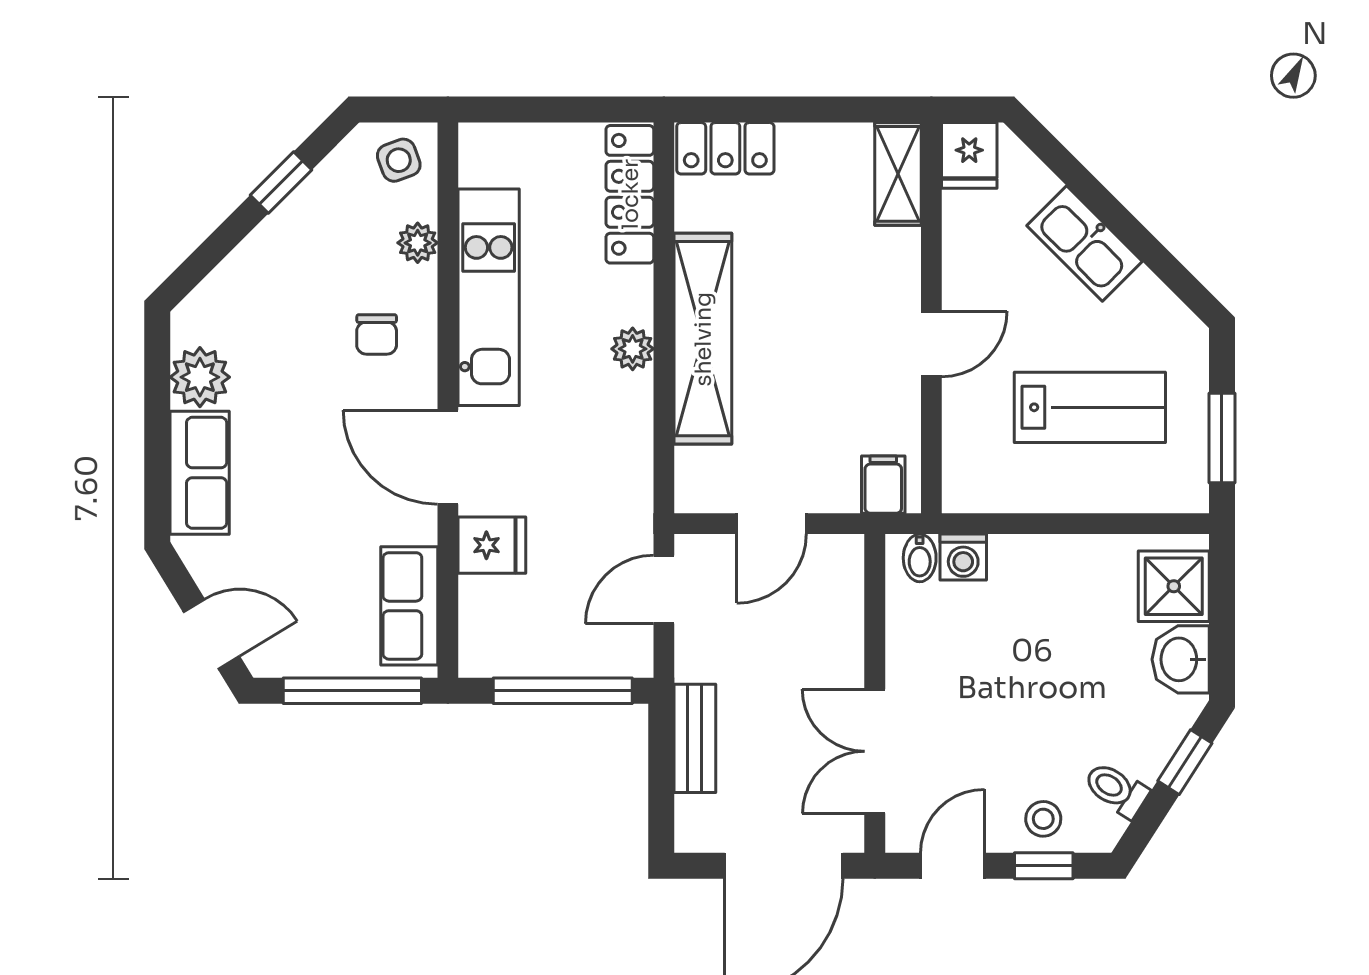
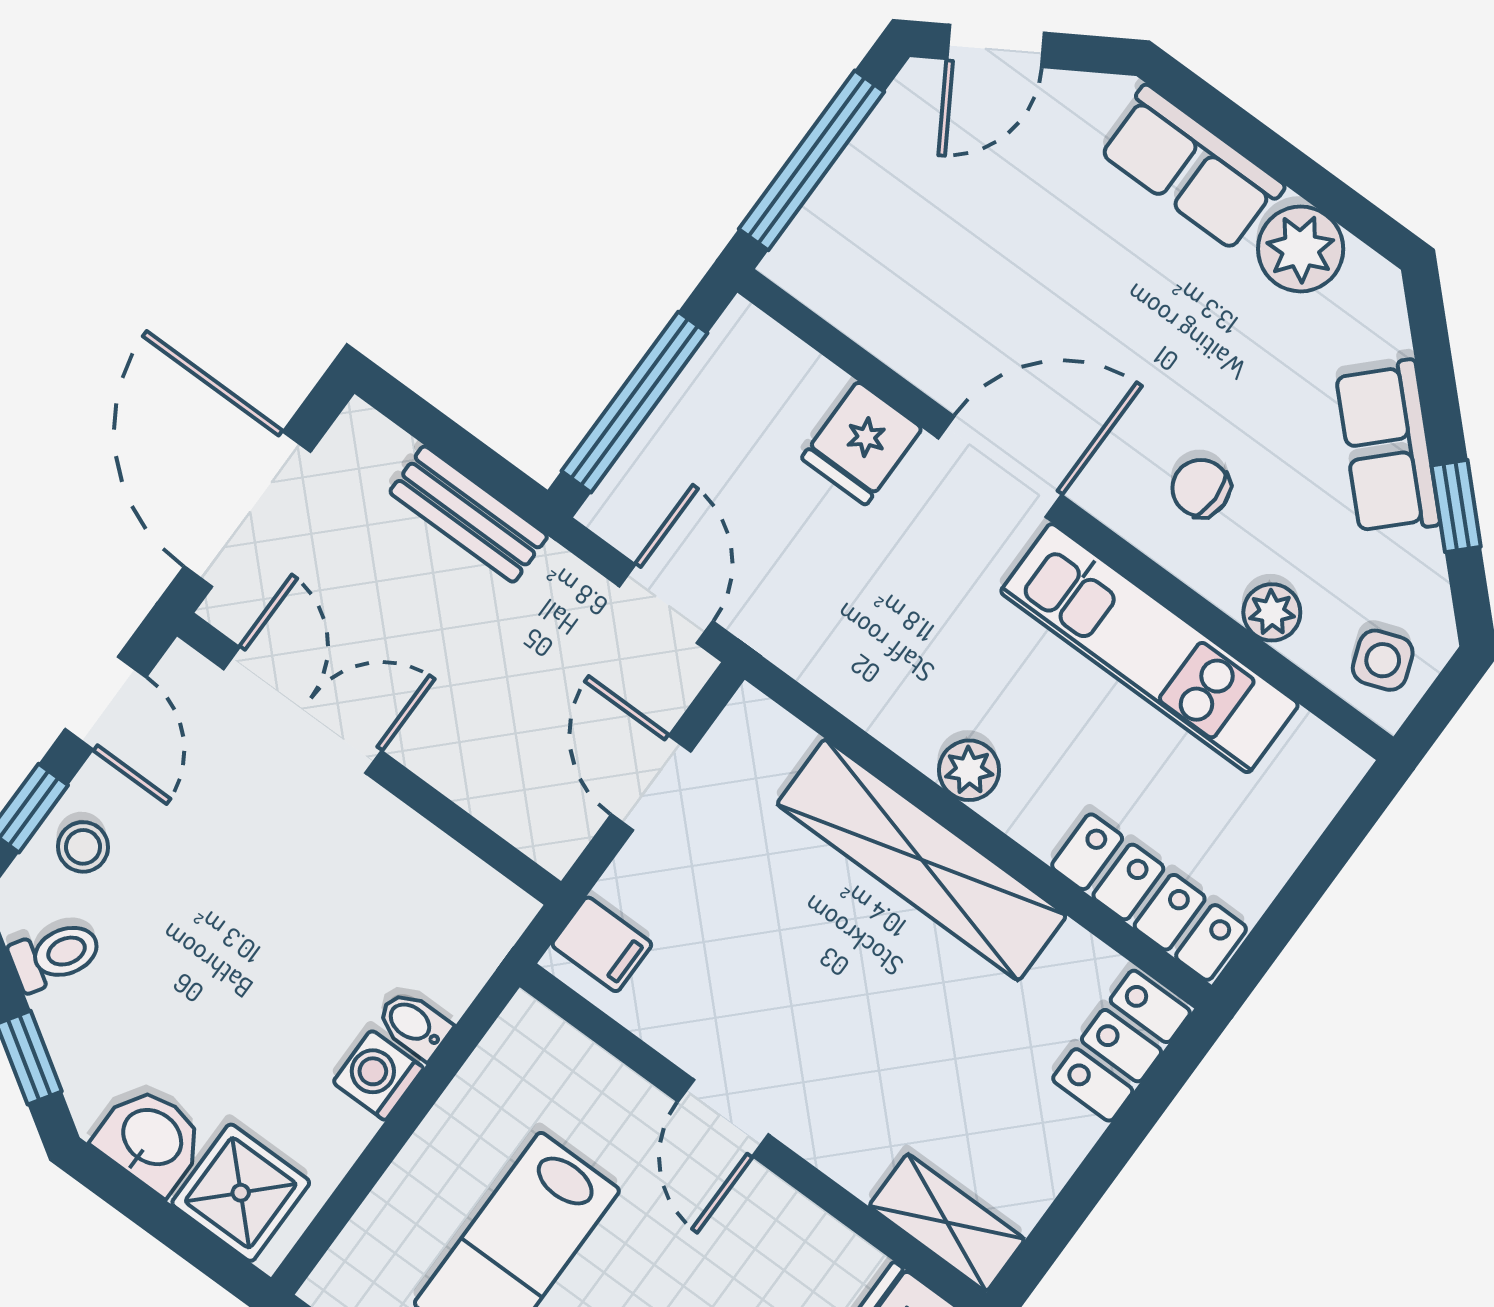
washing machine: (963, 557) -> (378, 1075), moved
bidet: (920, 558) -> (414, 1024), moved
row of seats: (409, 606) -> (1388, 448), moved, turned -135

